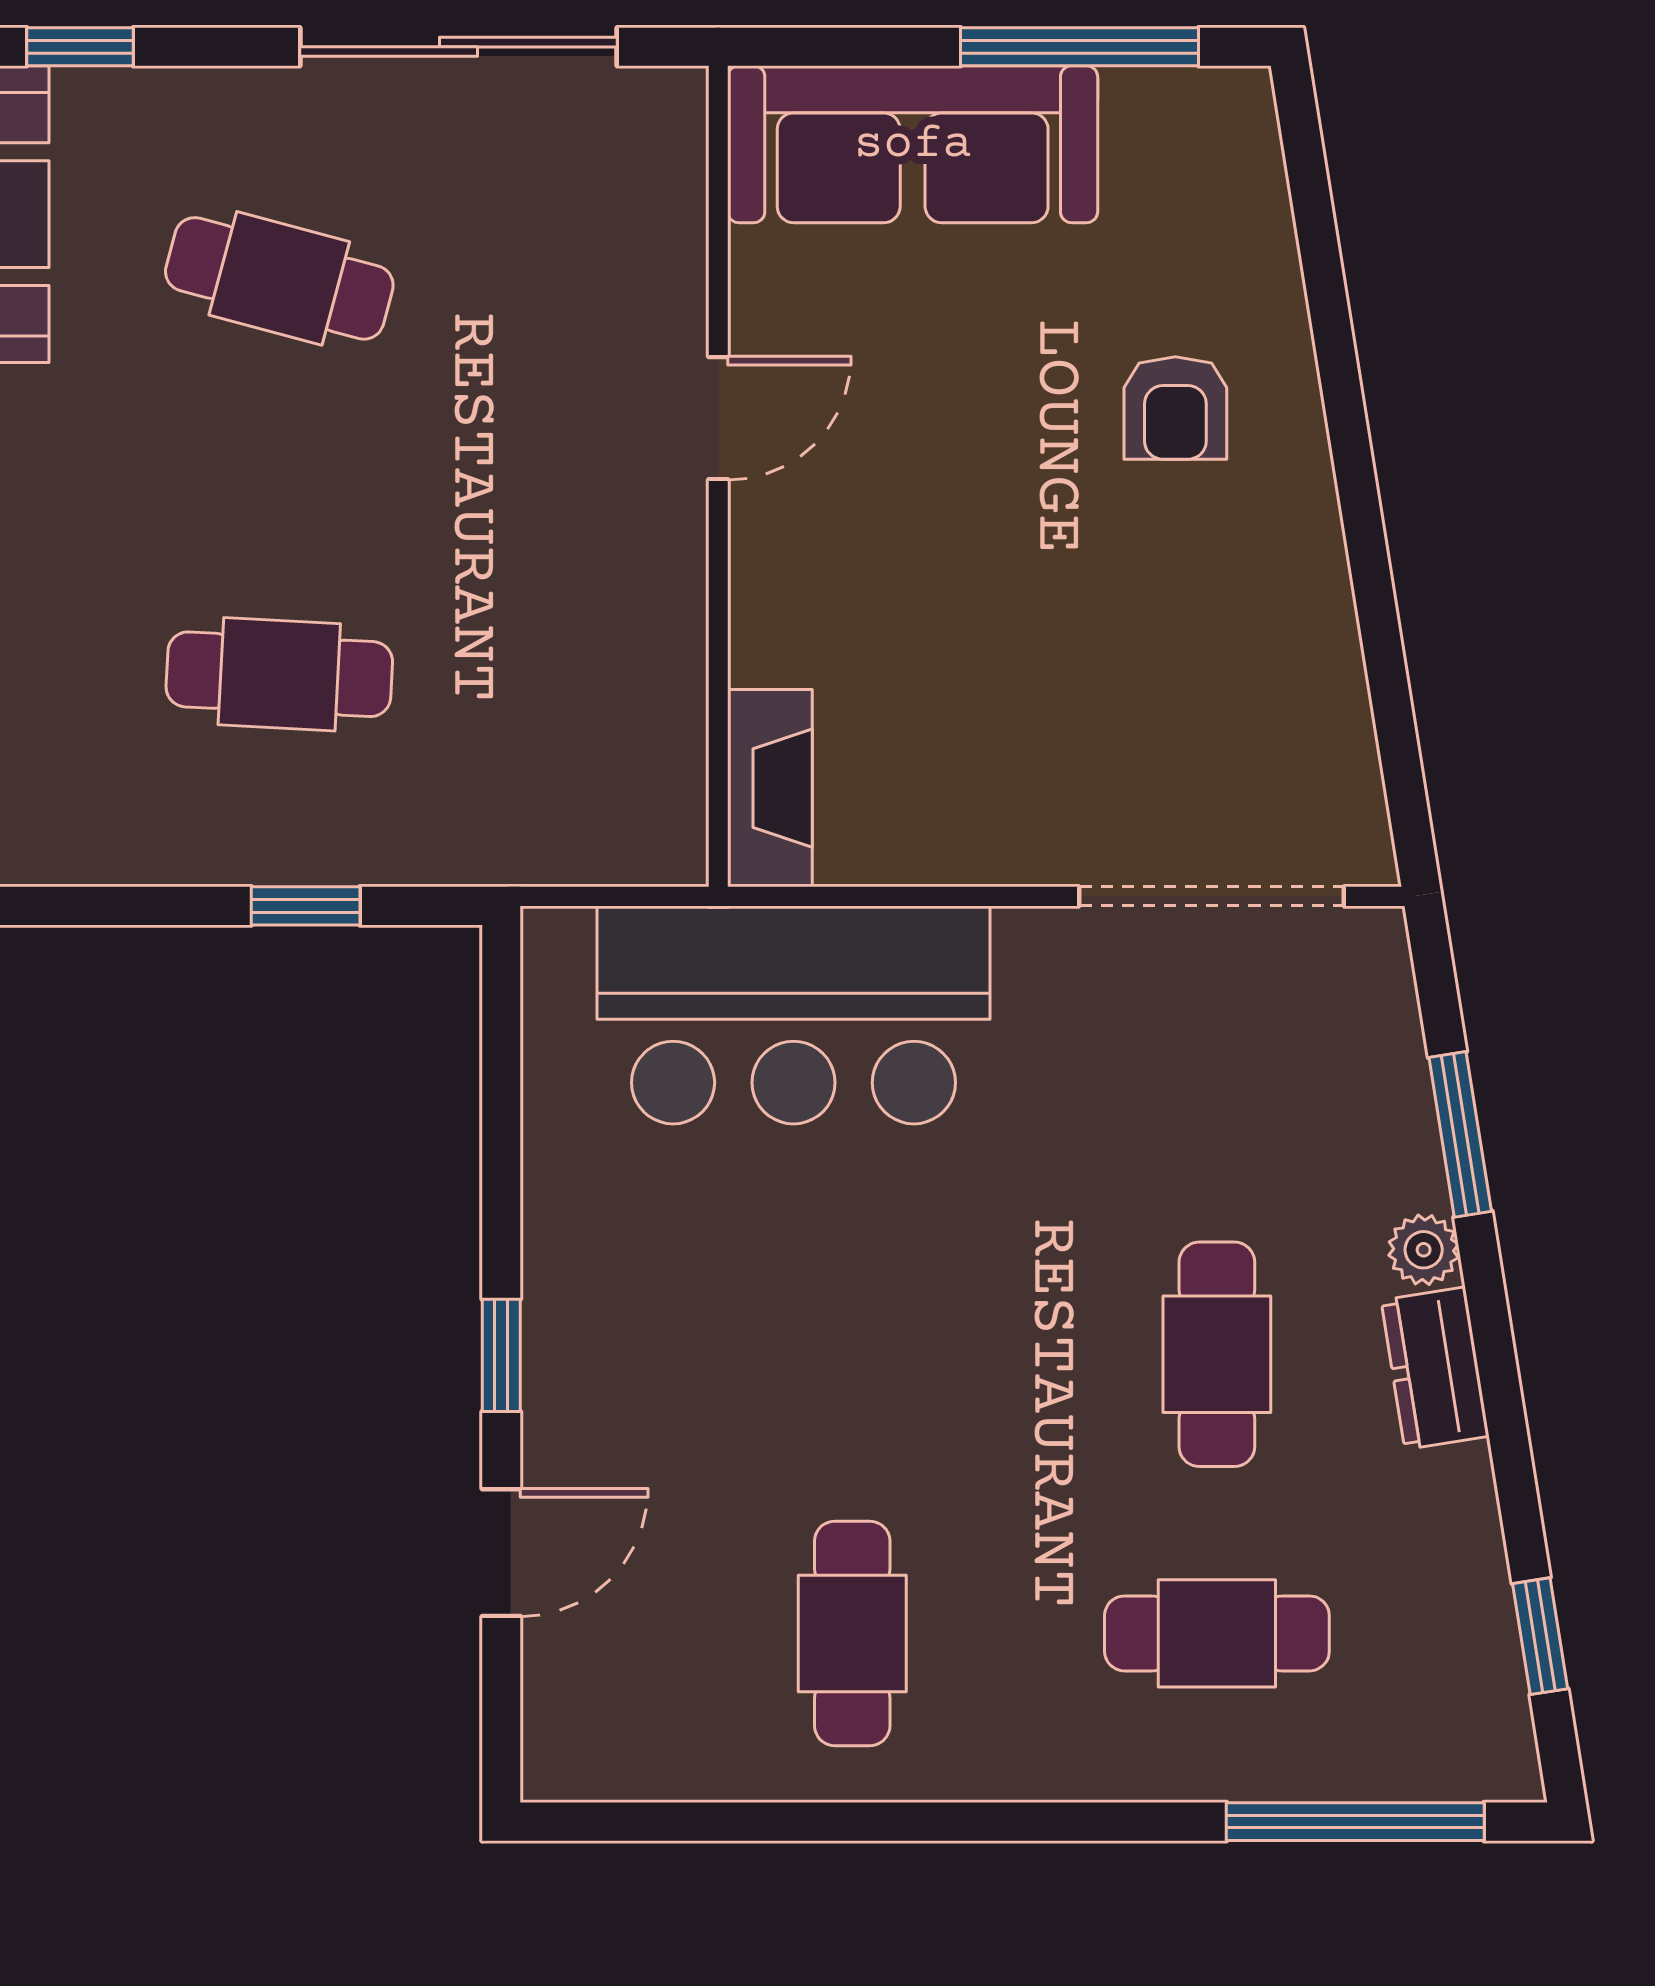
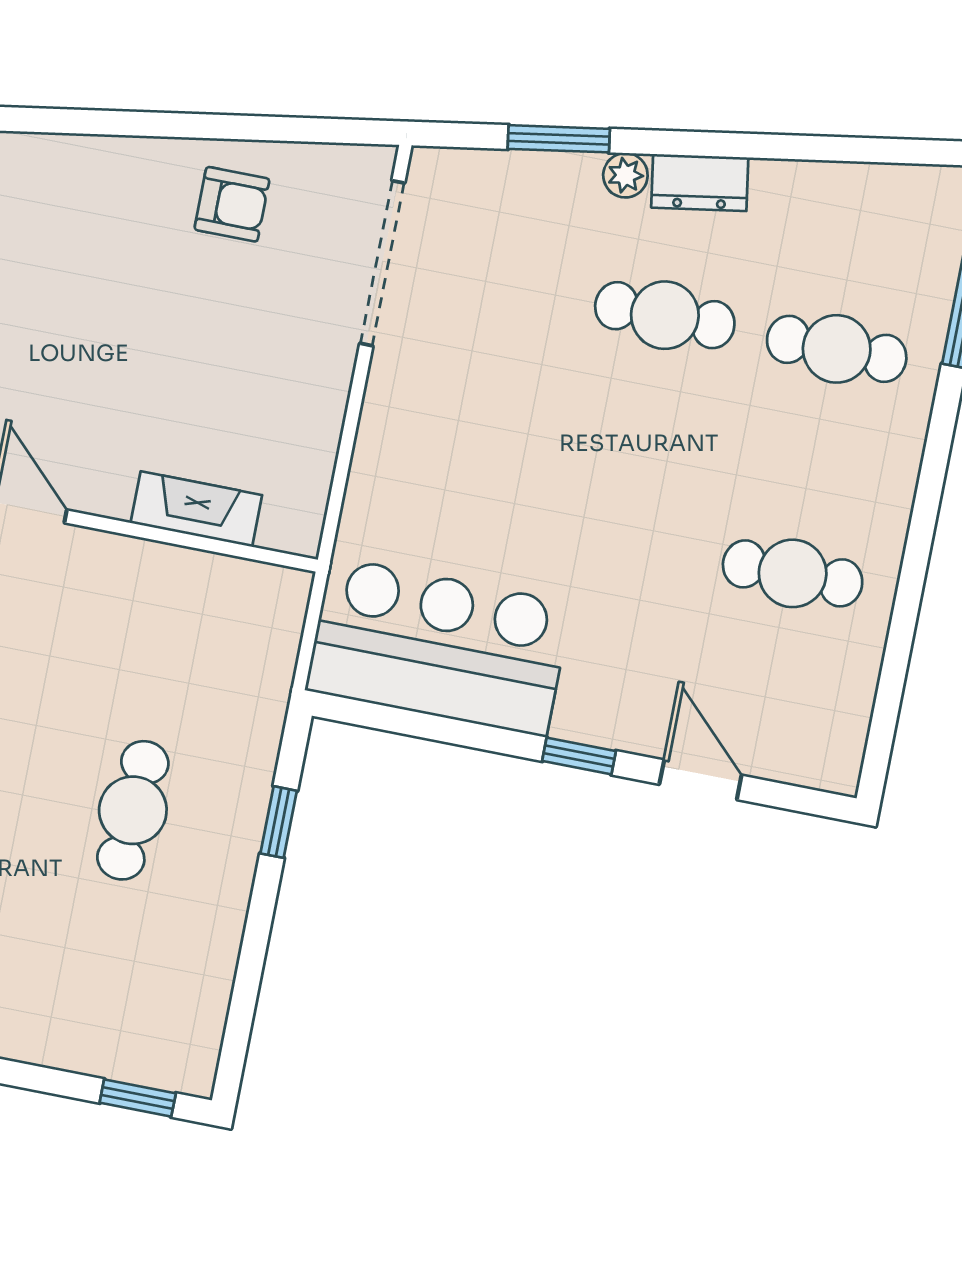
armchair: (1175, 408) -> (232, 204), moved
fireplace: (770, 788) -> (196, 509), moved
bar counter: (793, 1015) -> (439, 647), moved, turned -90
cafe table: (1217, 1633) -> (837, 349), turned 90
window: (1540, 1636) -> (877, 150), removed

